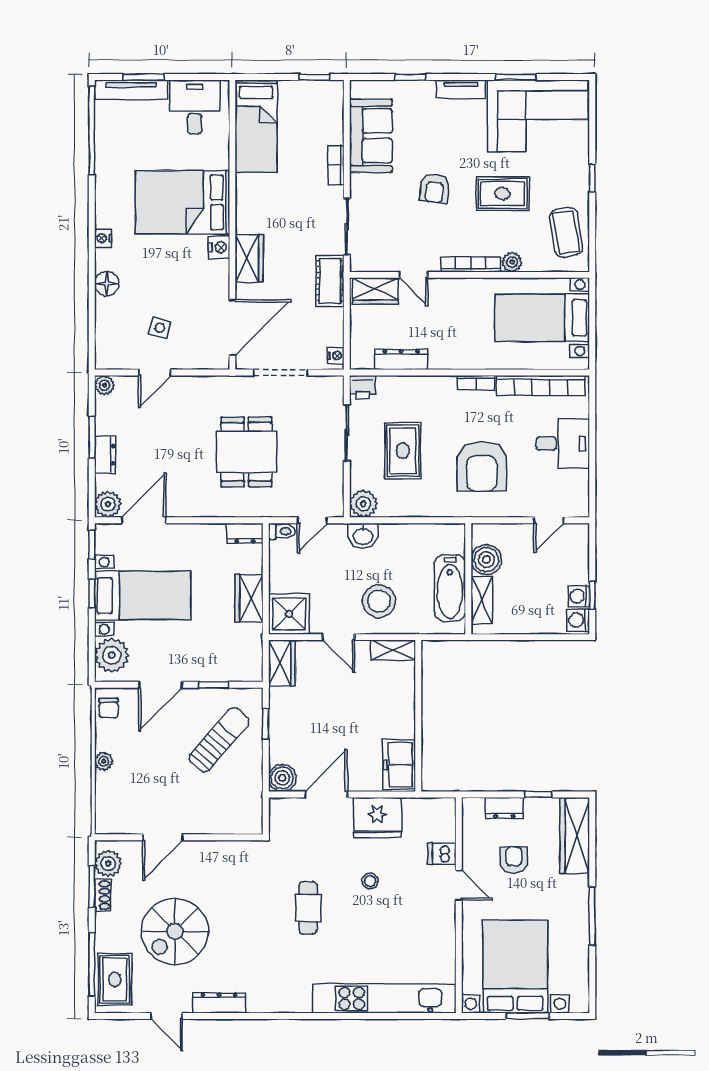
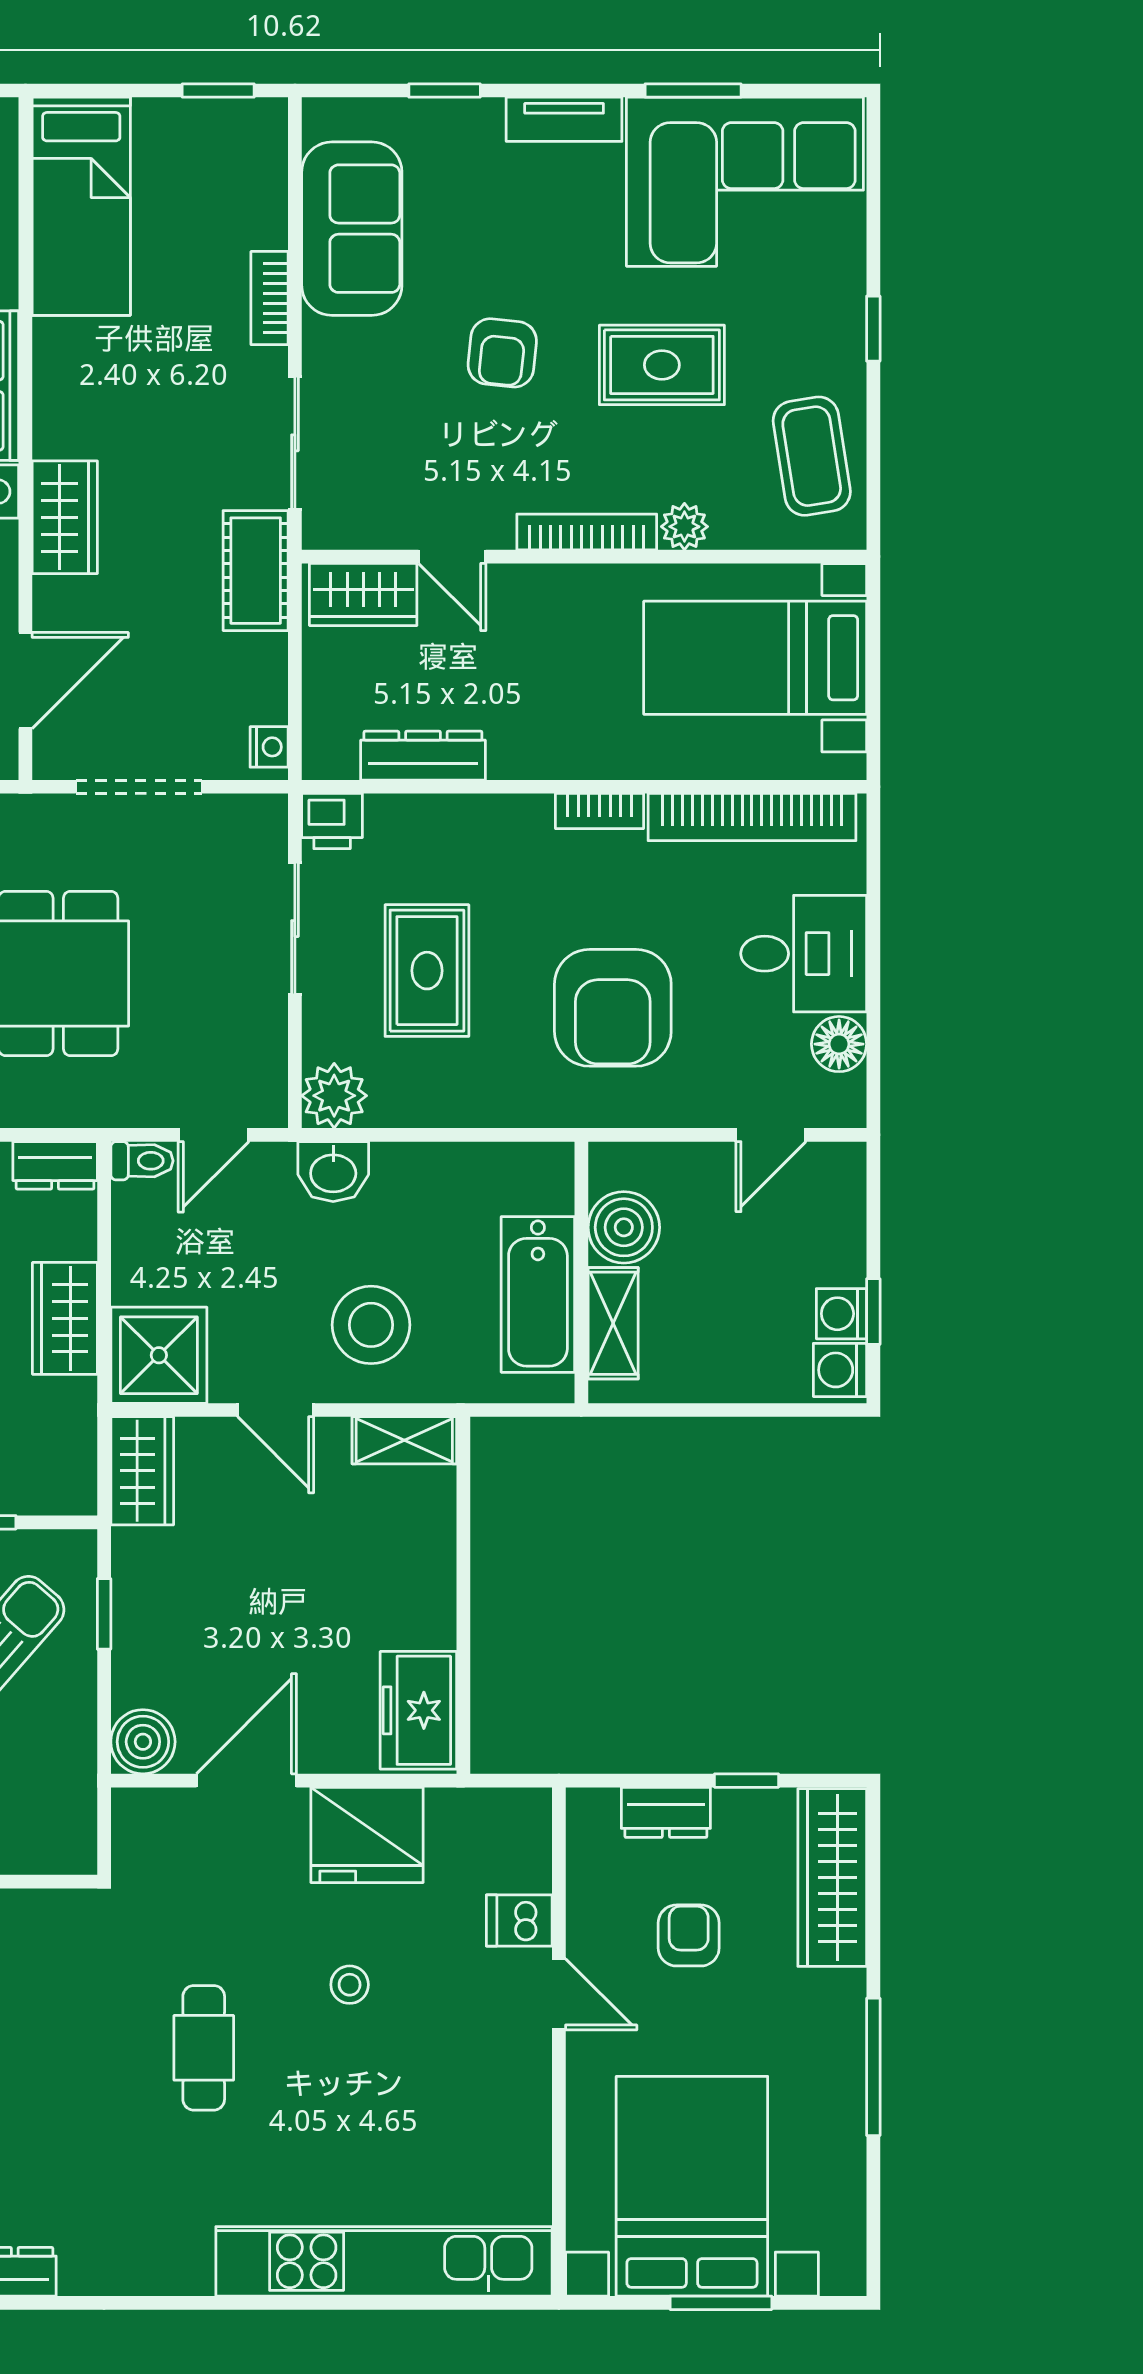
door: (232, 327) -> (25, 680), width x0.73
floor lamp: (578, 482) -> (839, 1044), added

